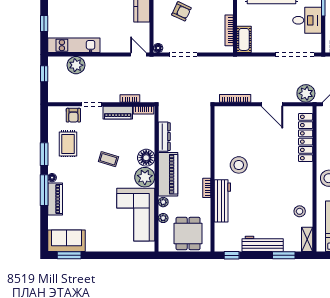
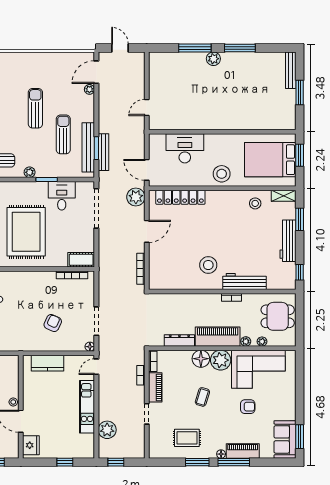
kitchen unit: (74, 45) -> (87, 407), moved
armchair: (73, 115) -> (248, 407), moved

